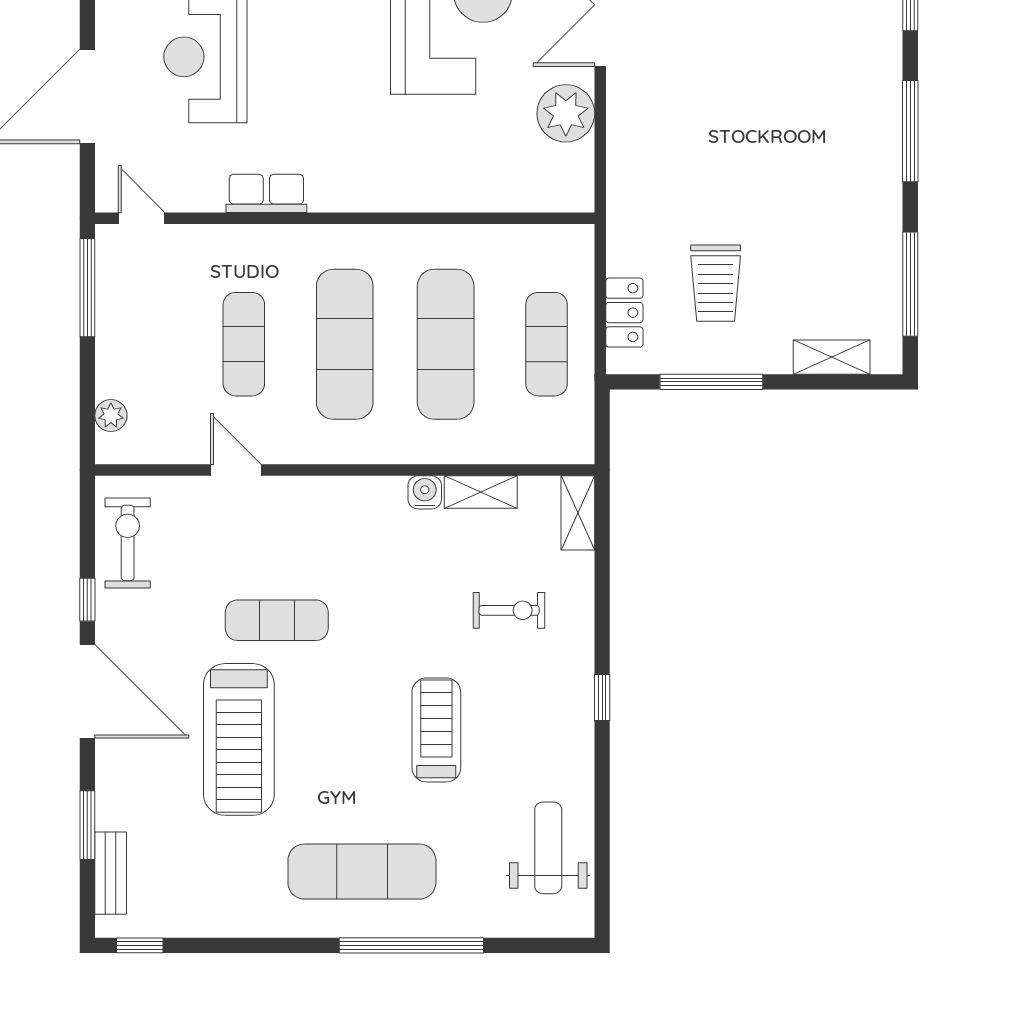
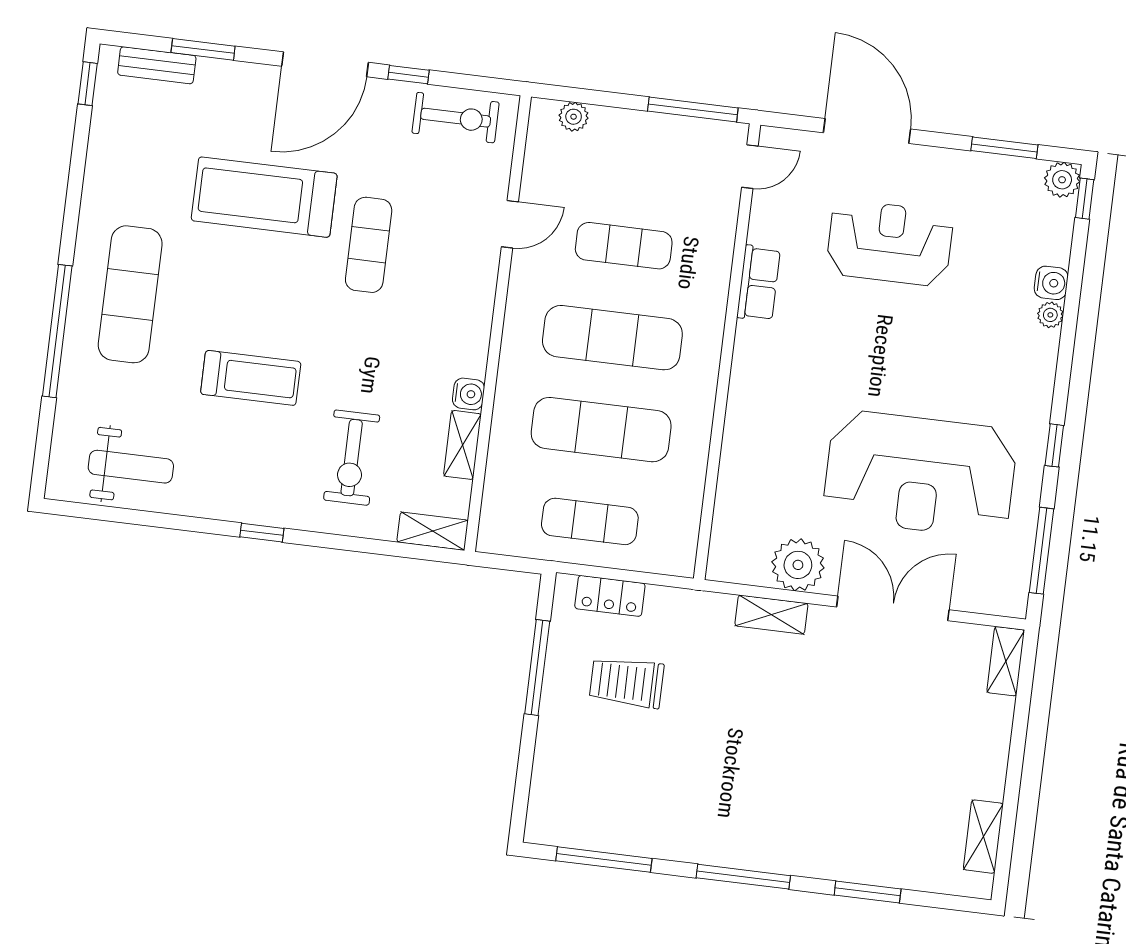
shelving: (832, 357) -> (771, 615), moved, turned 90
exercise bike: (509, 610) -> (352, 458), width x1.38, depth x1.39

